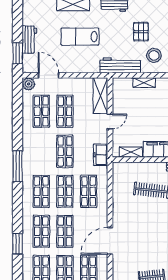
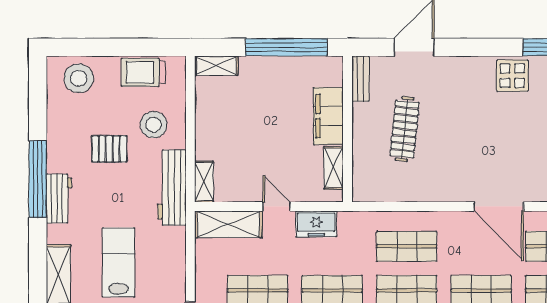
lab bench: (80, 37) -> (118, 262), turned 180
shelving: (144, 83) -> (204, 182), moved
freezer: (101, 155) -> (316, 224), moved

